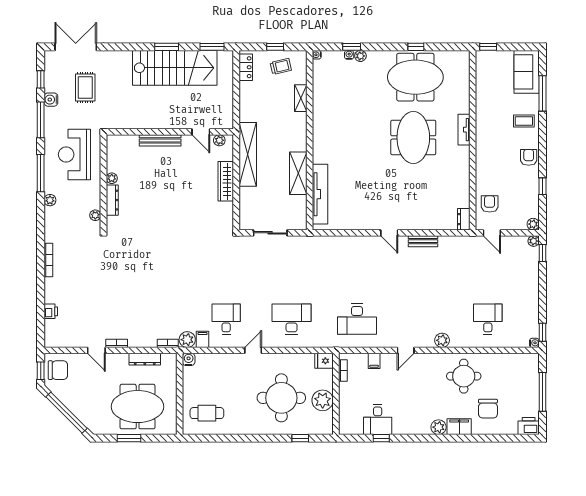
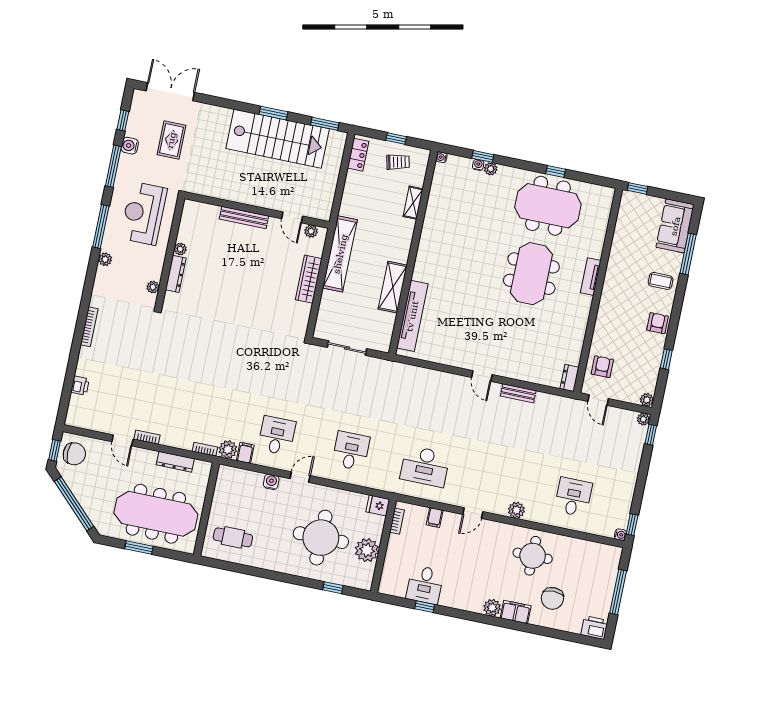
desk: (292, 319) -> (351, 451), width x0.73
water cooler: (189, 359) -> (271, 482), moved
meeting table: (138, 407) -> (156, 514), width x1.36

